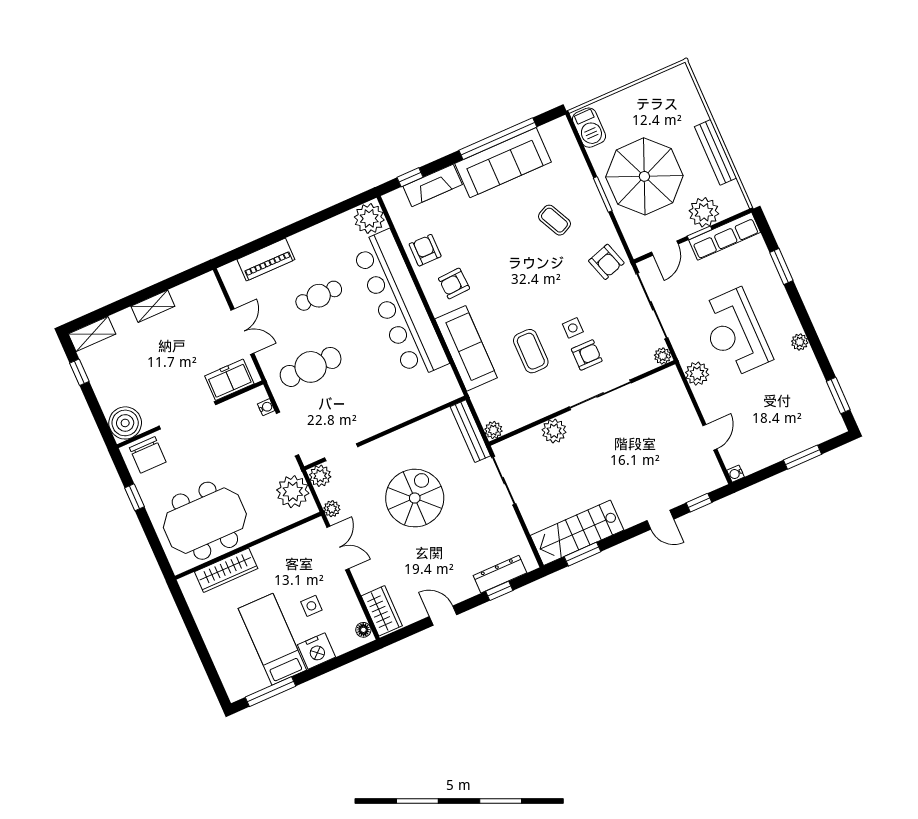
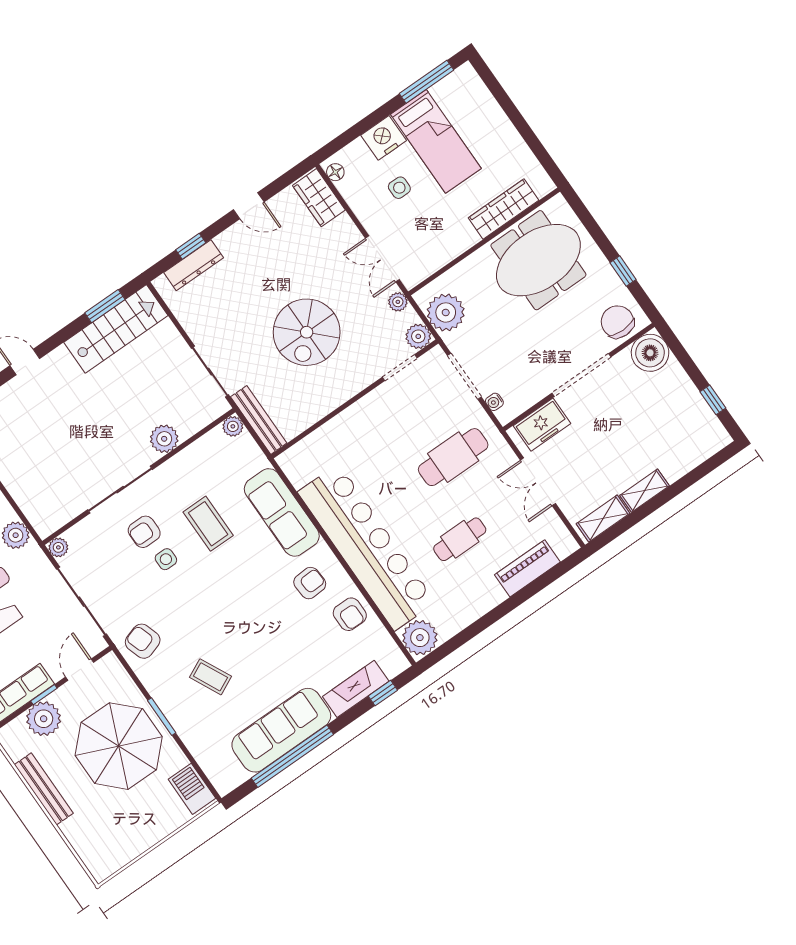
shelving: (92, 334) -> (603, 519), moved

